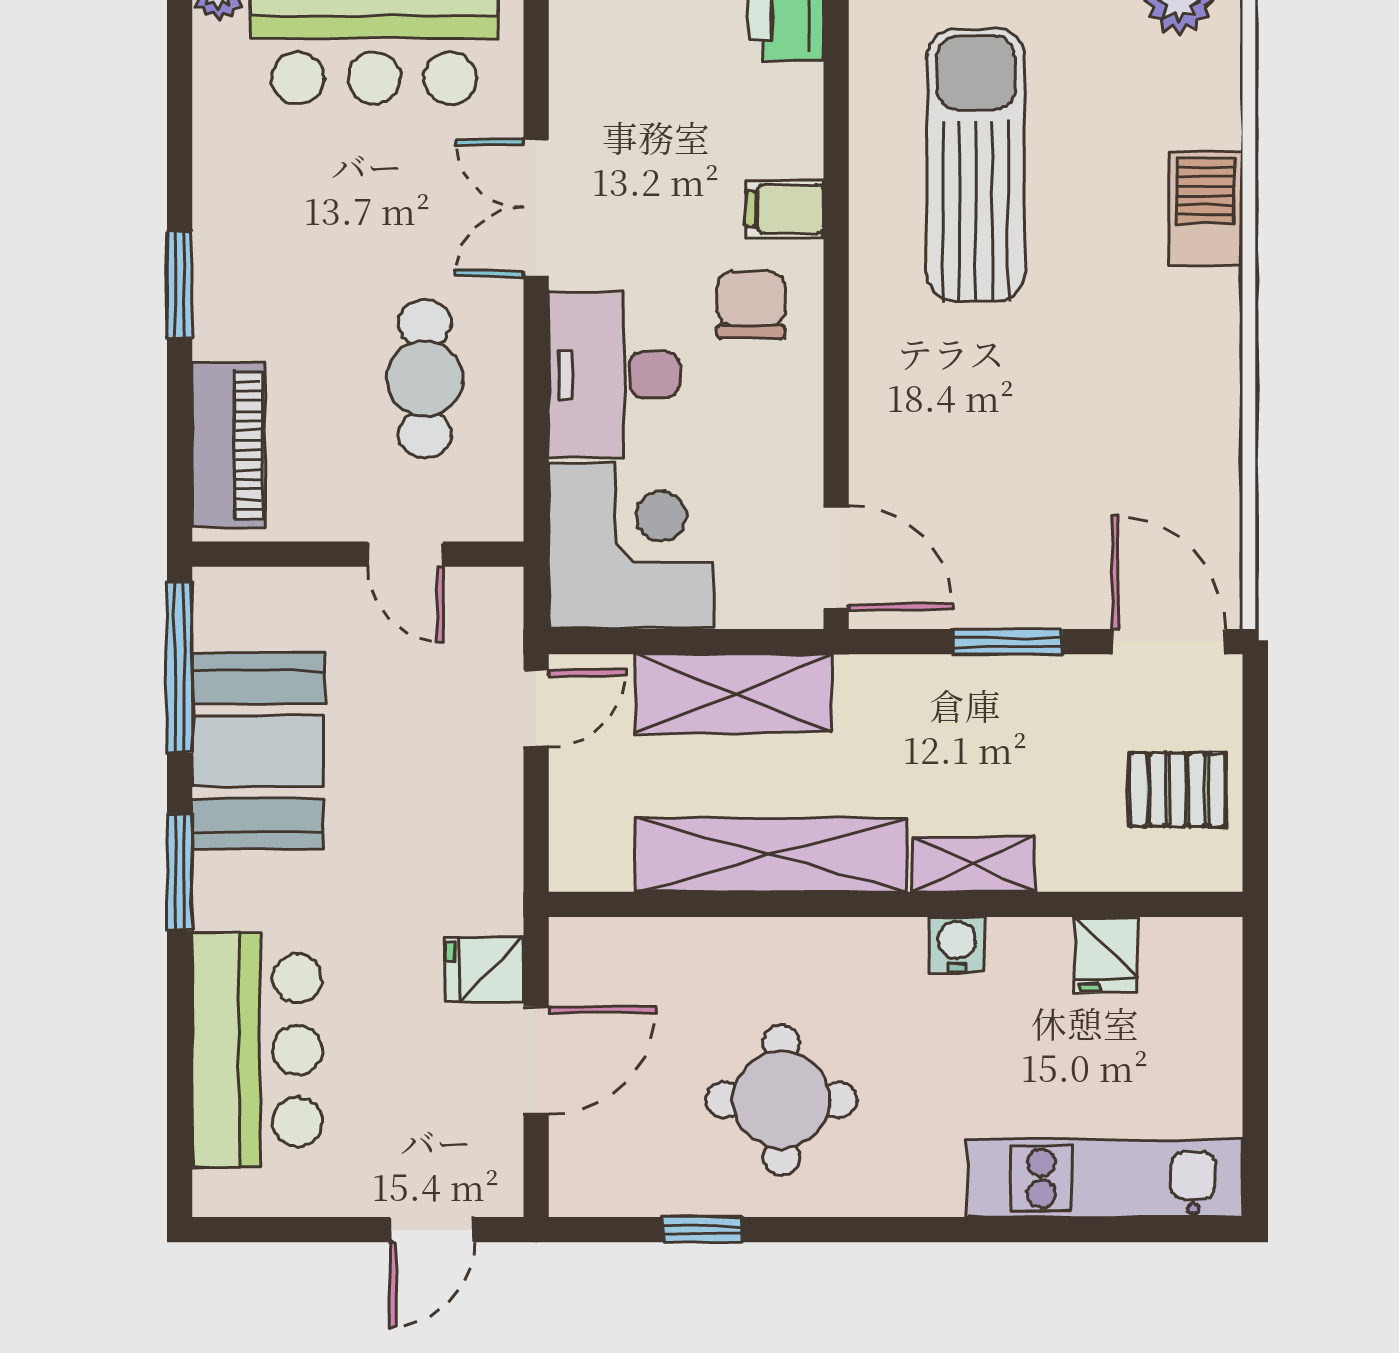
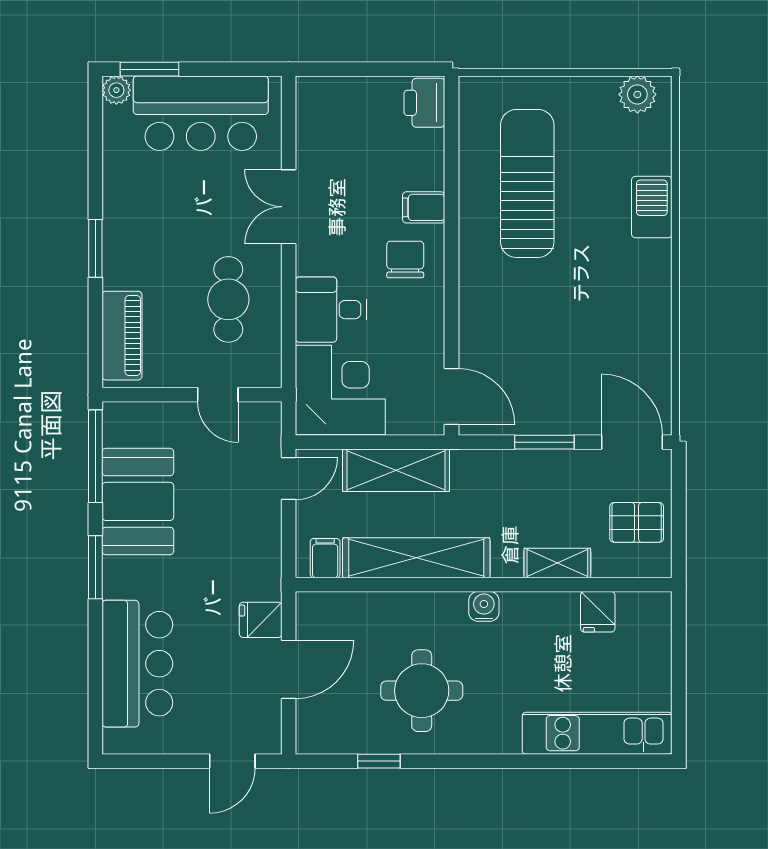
desk: (614, 375) -> (331, 310), width x0.73
filing cabinet: (603, 855) -> (325, 558), added
shelving: (973, 864) -> (557, 563), moved
water cooler: (957, 945) -> (484, 606), moved

